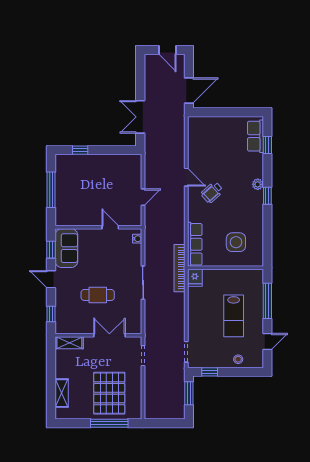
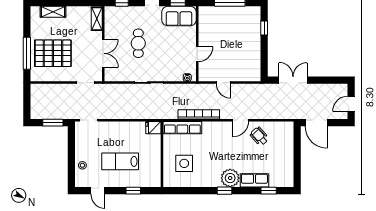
row of seats: (255, 136) -> (254, 180), moved
plant: (258, 184) -> (230, 178), width x1.88, depth x1.88
wheelchair: (212, 192) -> (259, 136), moved
bookcase: (179, 268) -> (199, 114), moved
window: (267, 301) -> (133, 191), width x0.46
window: (210, 372) -> (71, 141), removed

